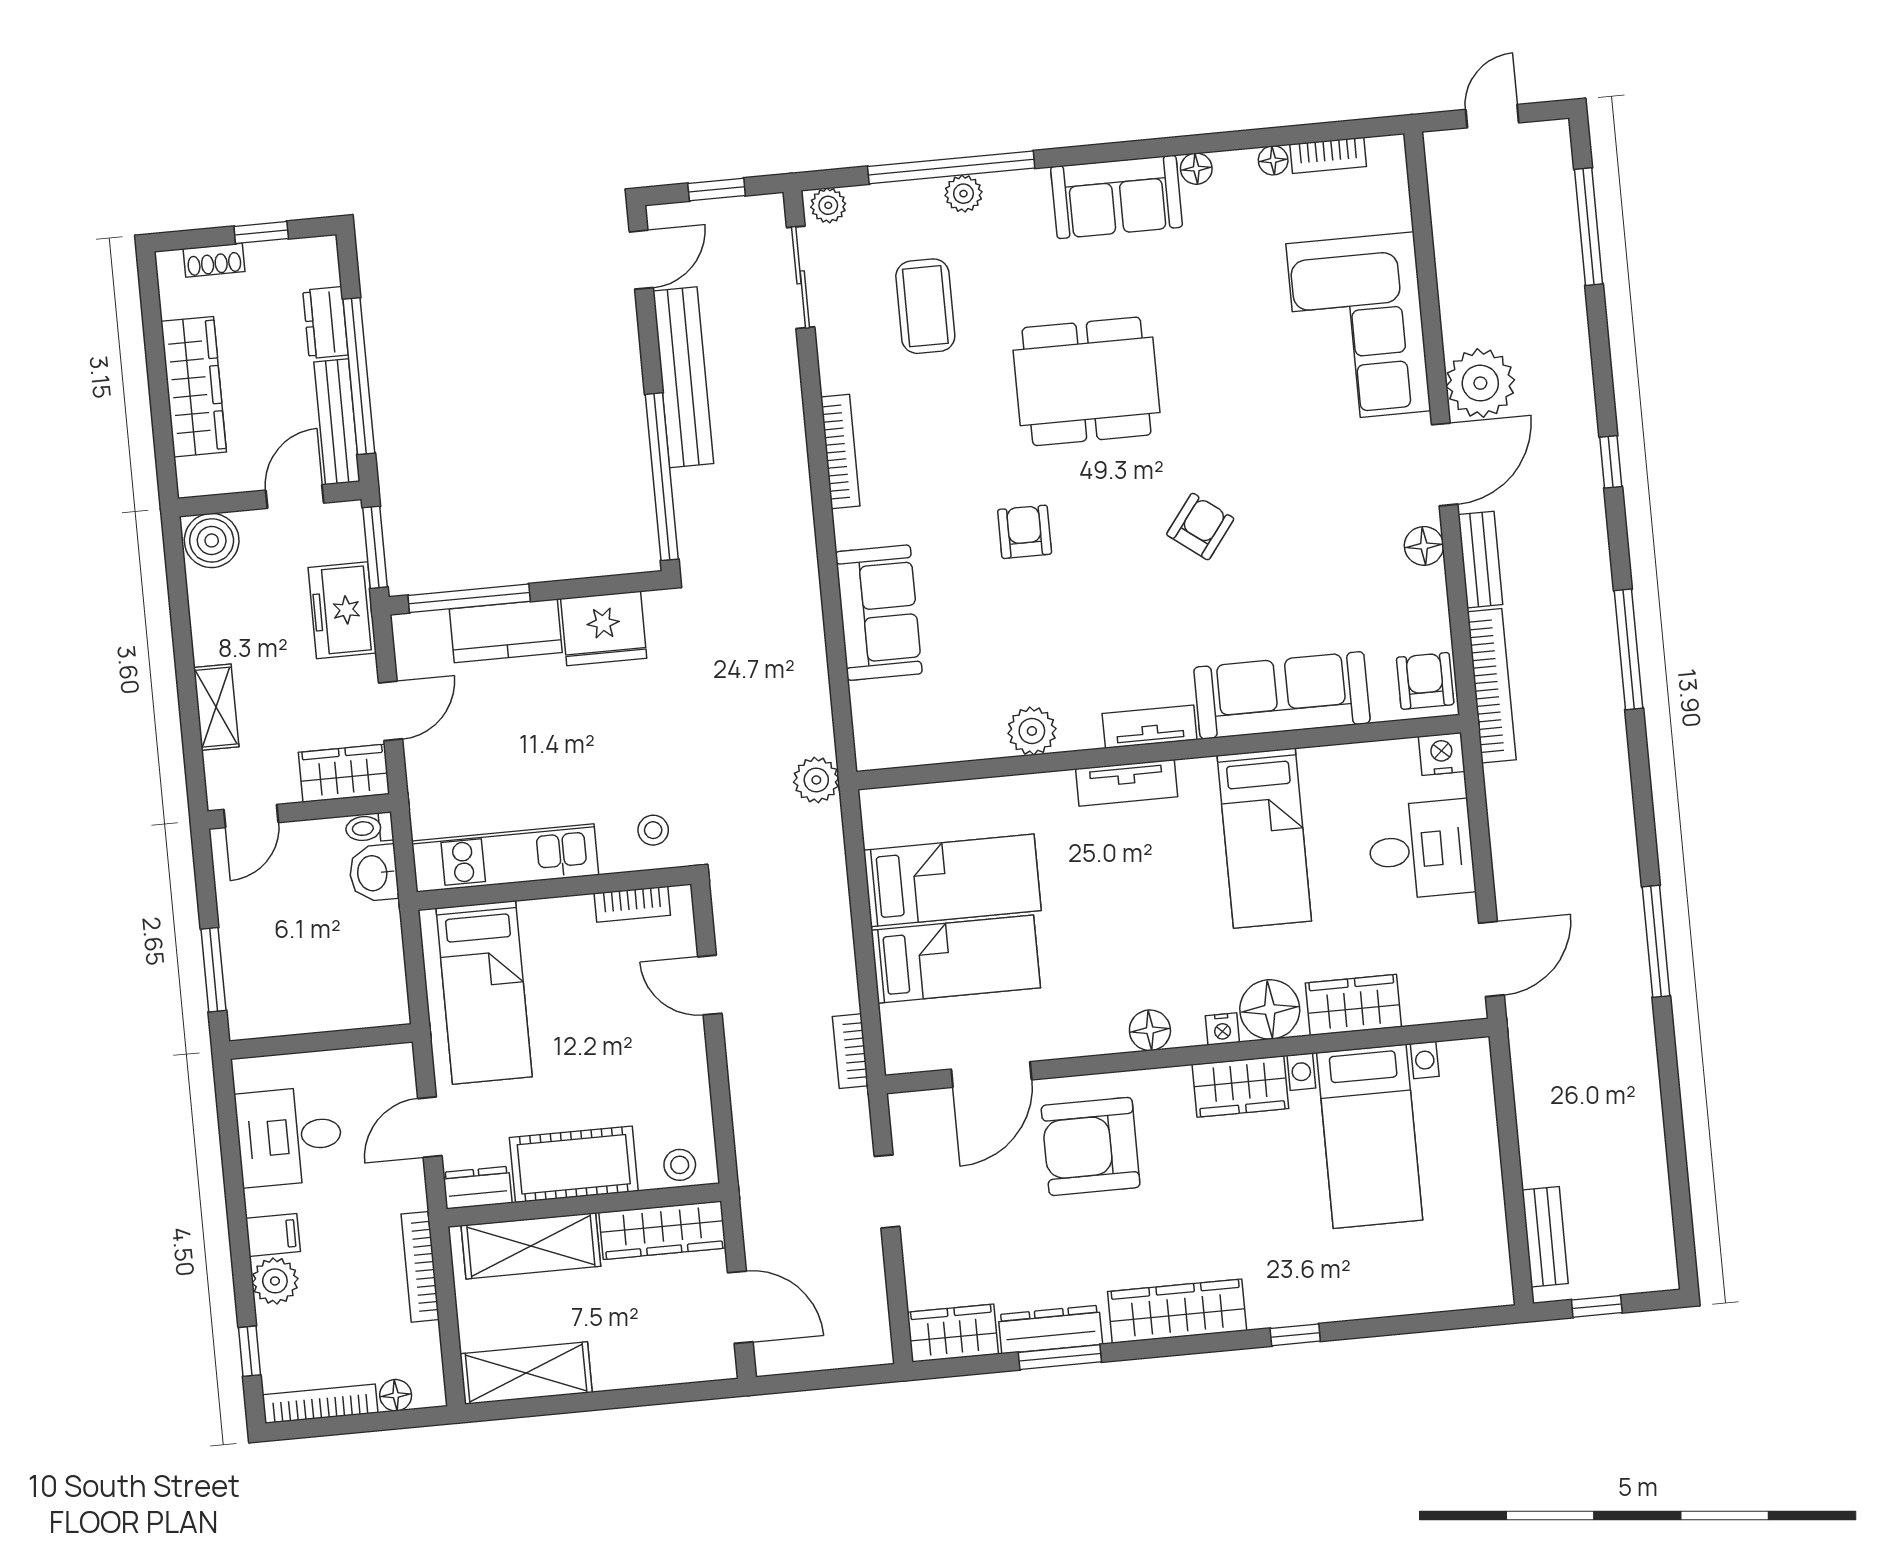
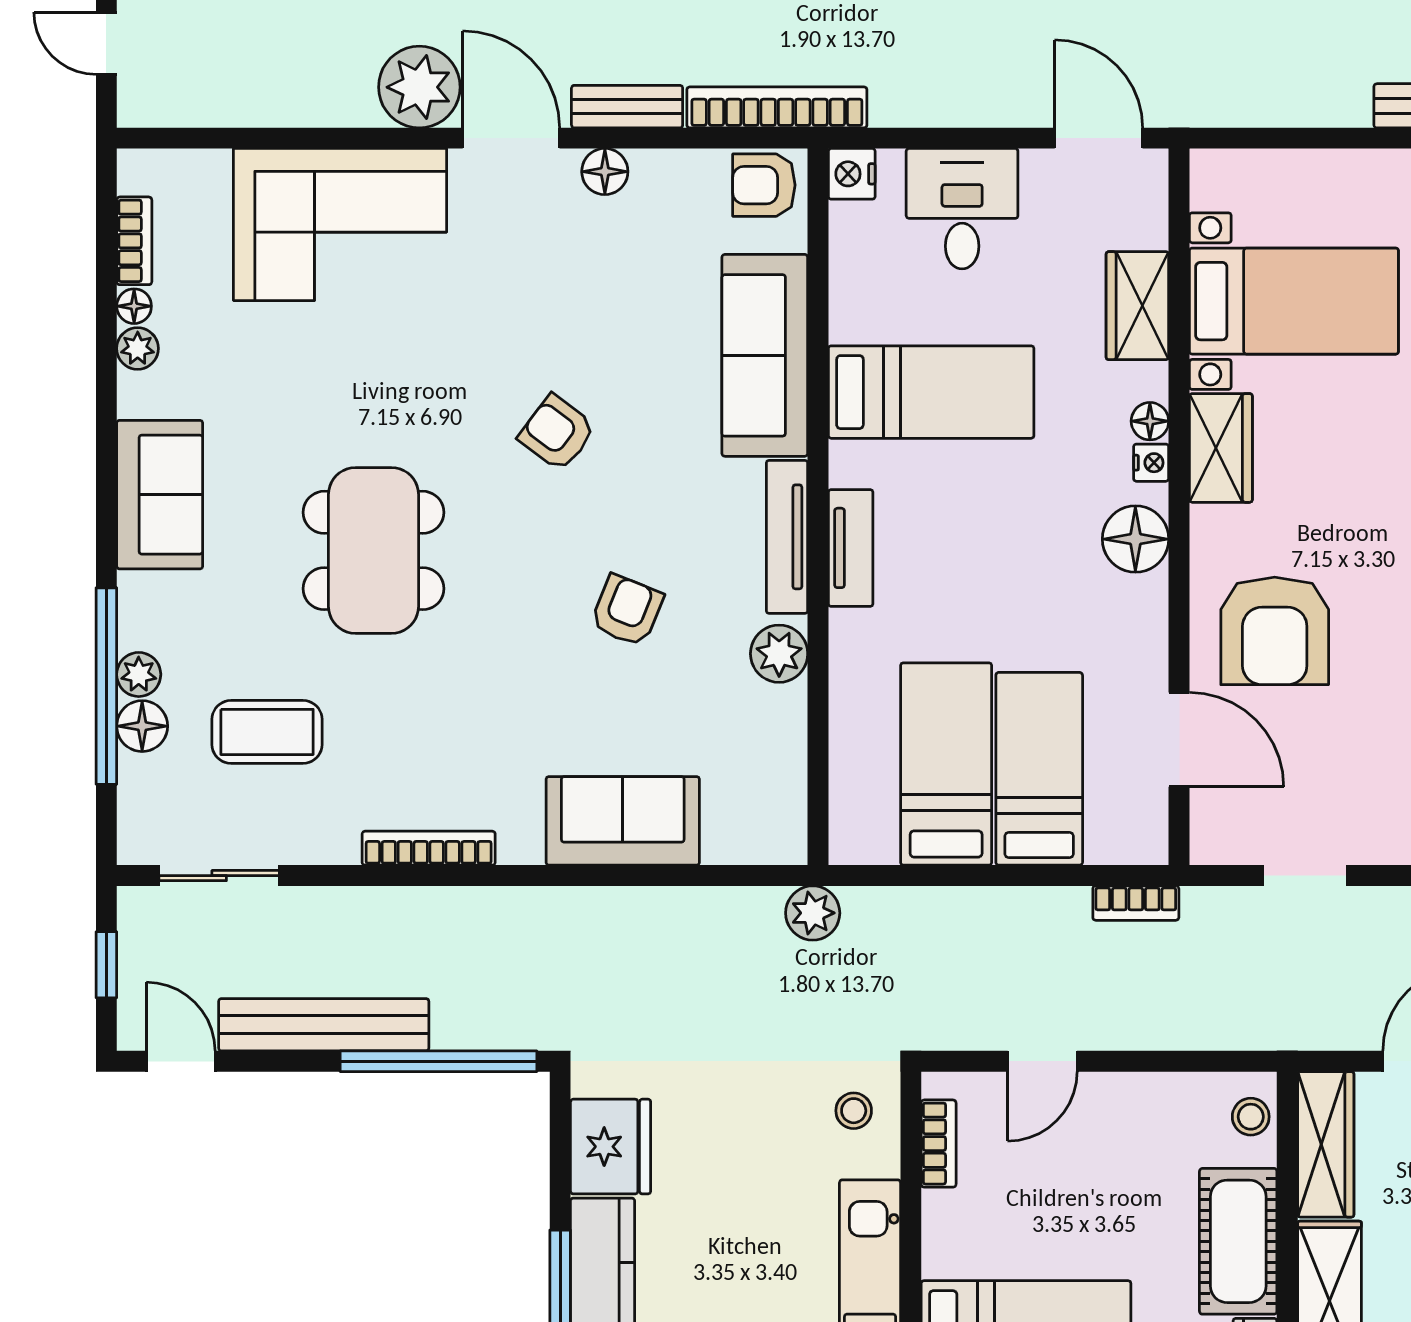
floor lamp: (1196, 169) -> (142, 726), moved, width x1.37, depth x1.37
plant: (828, 205) -> (138, 348), moved
armchair: (1025, 532) -> (627, 610), moved, turned 112
tv unit: (1150, 727) -> (787, 537), width x1.41
floor lamp: (1270, 1009) -> (1150, 421), width x0.53, depth x0.53
floor lamp: (1150, 1030) -> (1135, 539), width x1.38, depth x1.38

